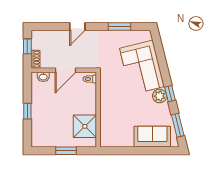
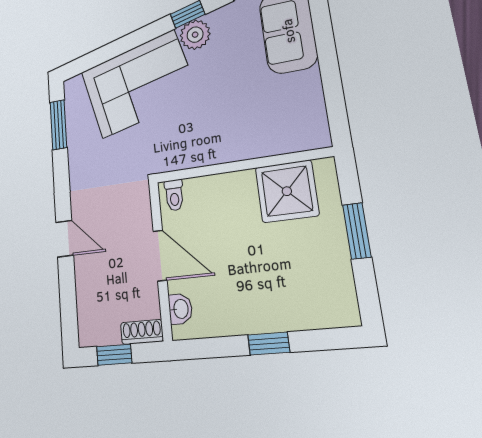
window: (119, 27) -> (58, 125), moved

